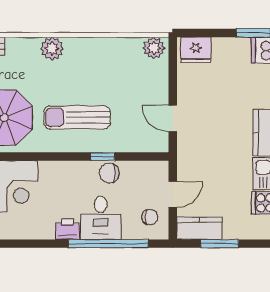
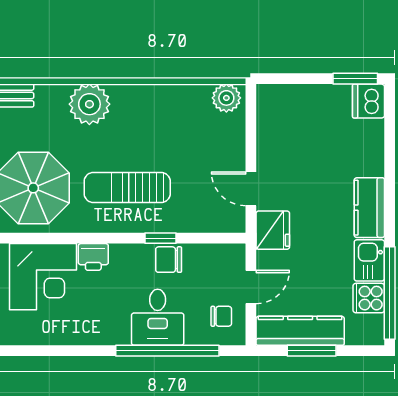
plant: (52, 49) -> (89, 104), width x1.36, depth x1.36
fridge: (196, 50) -> (273, 230), moved, turned -90
kitchen counter: (200, 228) -> (300, 331), width x1.50
printer: (67, 229) -> (93, 257), moved, turned 180

